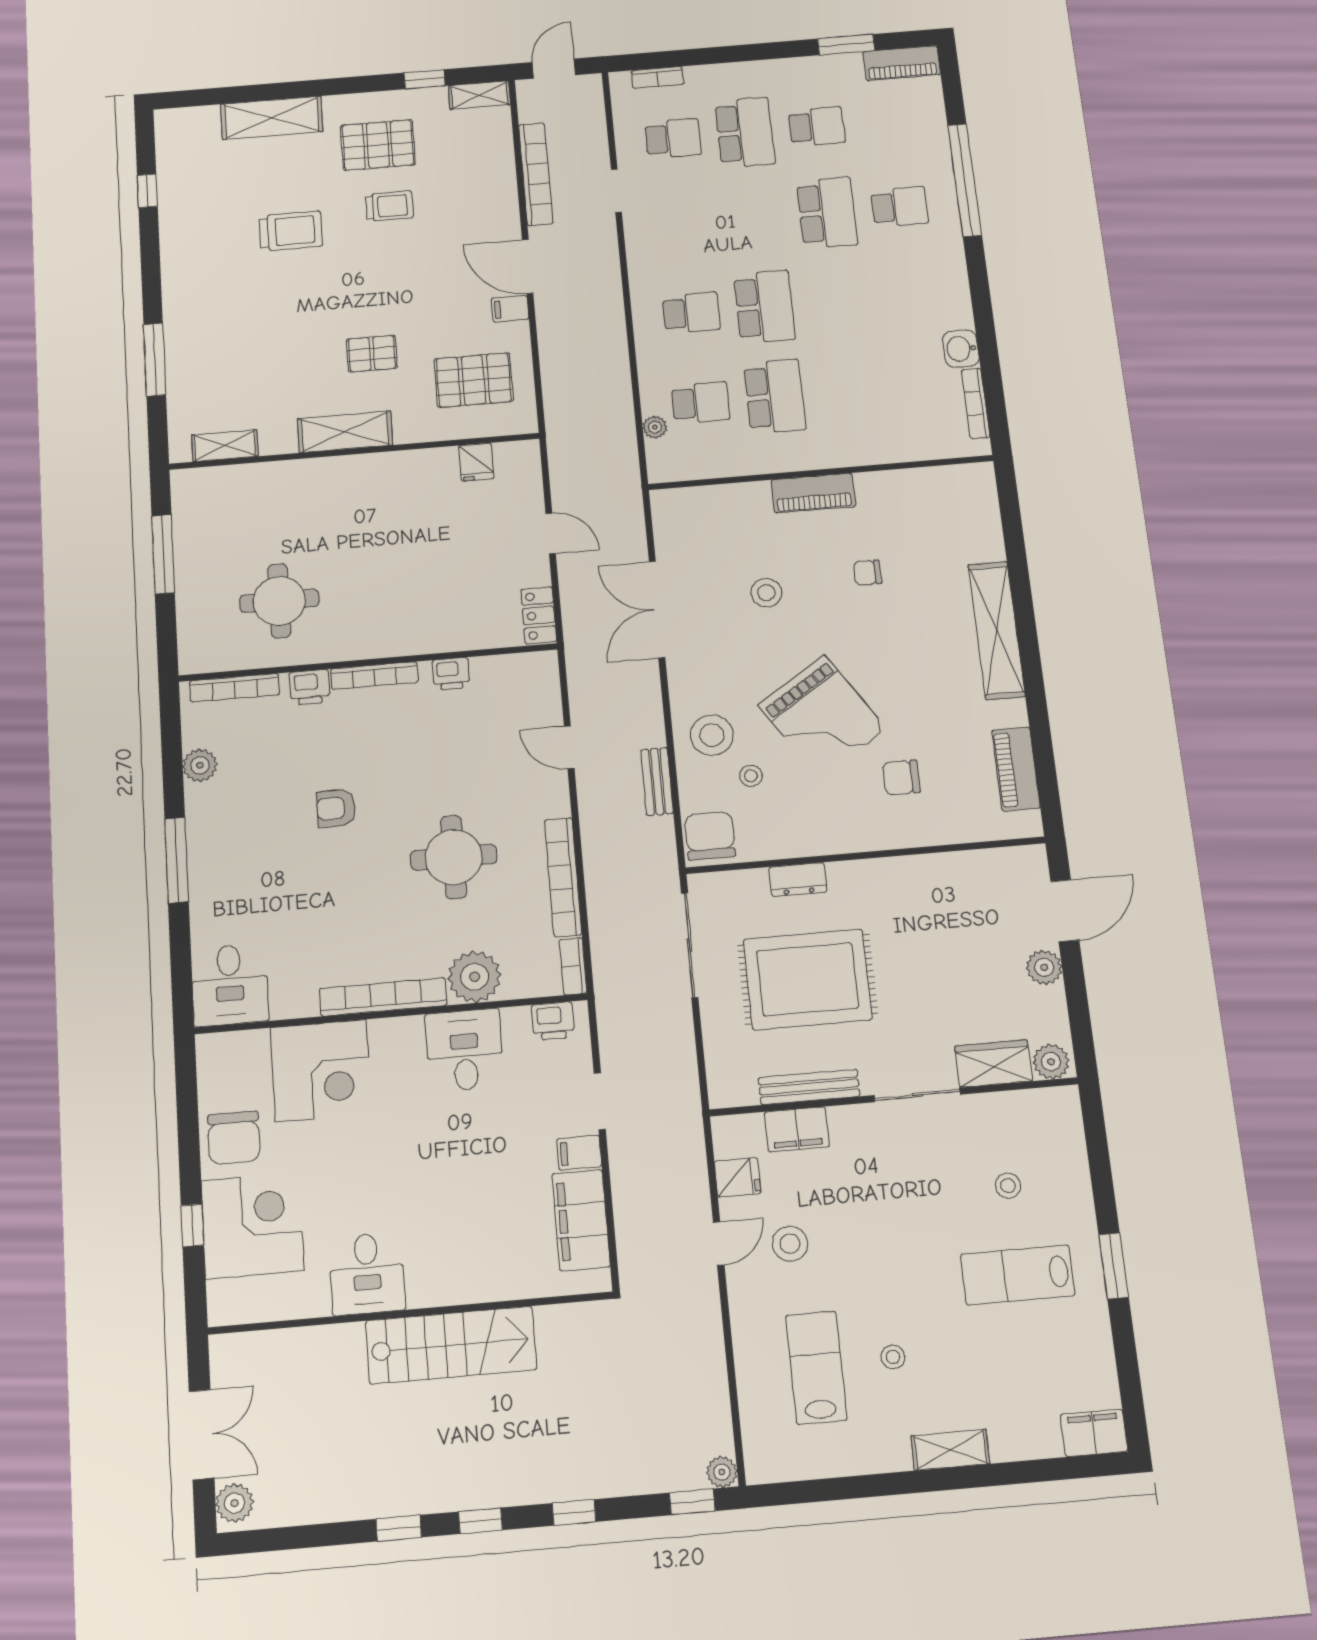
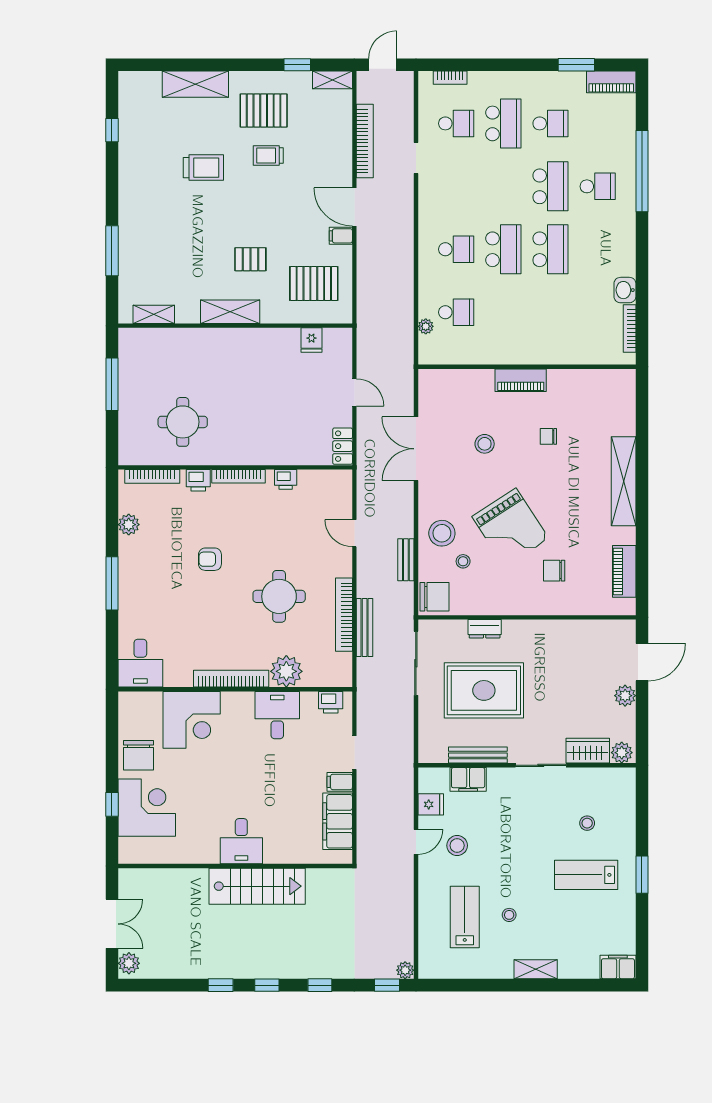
trolley: (389, 206) -> (268, 155), turned 180
school desk: (775, 396) -> (550, 249), moved
chair: (710, 836) -> (435, 597), turned 90
bench: (599, 895) -> (365, 627), added
bookcase: (573, 966) -> (345, 670), removed
desk: (367, 1274) -> (241, 841), moved

